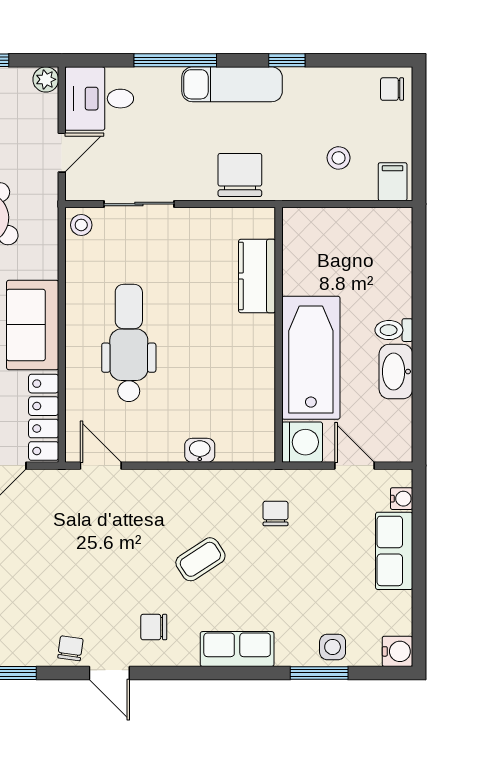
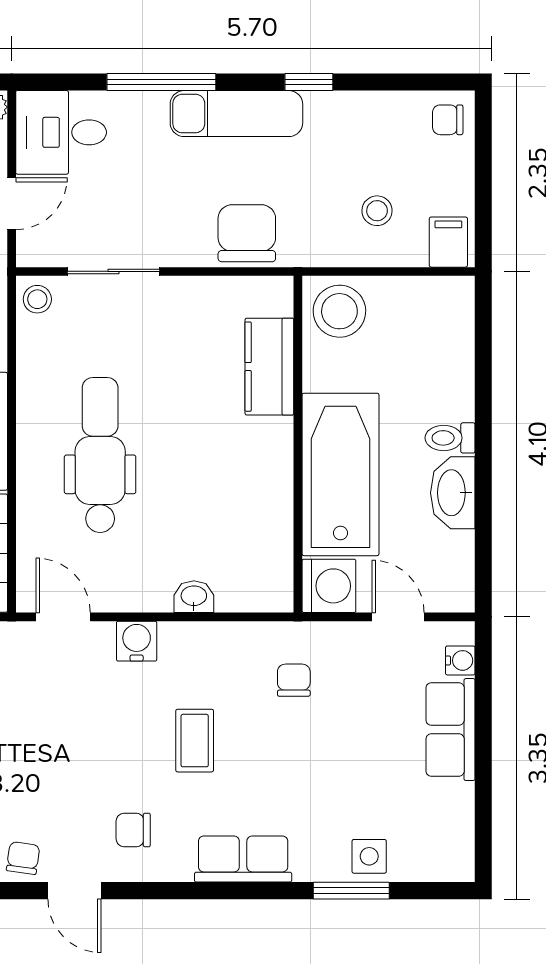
stool: (310, 234) -> (339, 311), added
coffee table: (200, 559) -> (195, 741), turned -57
water cooler: (397, 651) -> (137, 641), moved, turned -90

